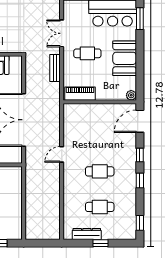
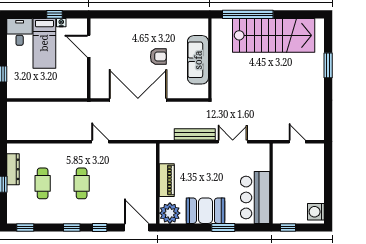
window: (140, 19) -> (223, 227), moved
cafe table: (87, 53) -> (211, 170), removed
bench: (55, 68) -> (195, 134), width x1.36
piano: (80, 94) -> (167, 180), moved
plant: (131, 95) -> (170, 213), width x1.88, depth x1.88

